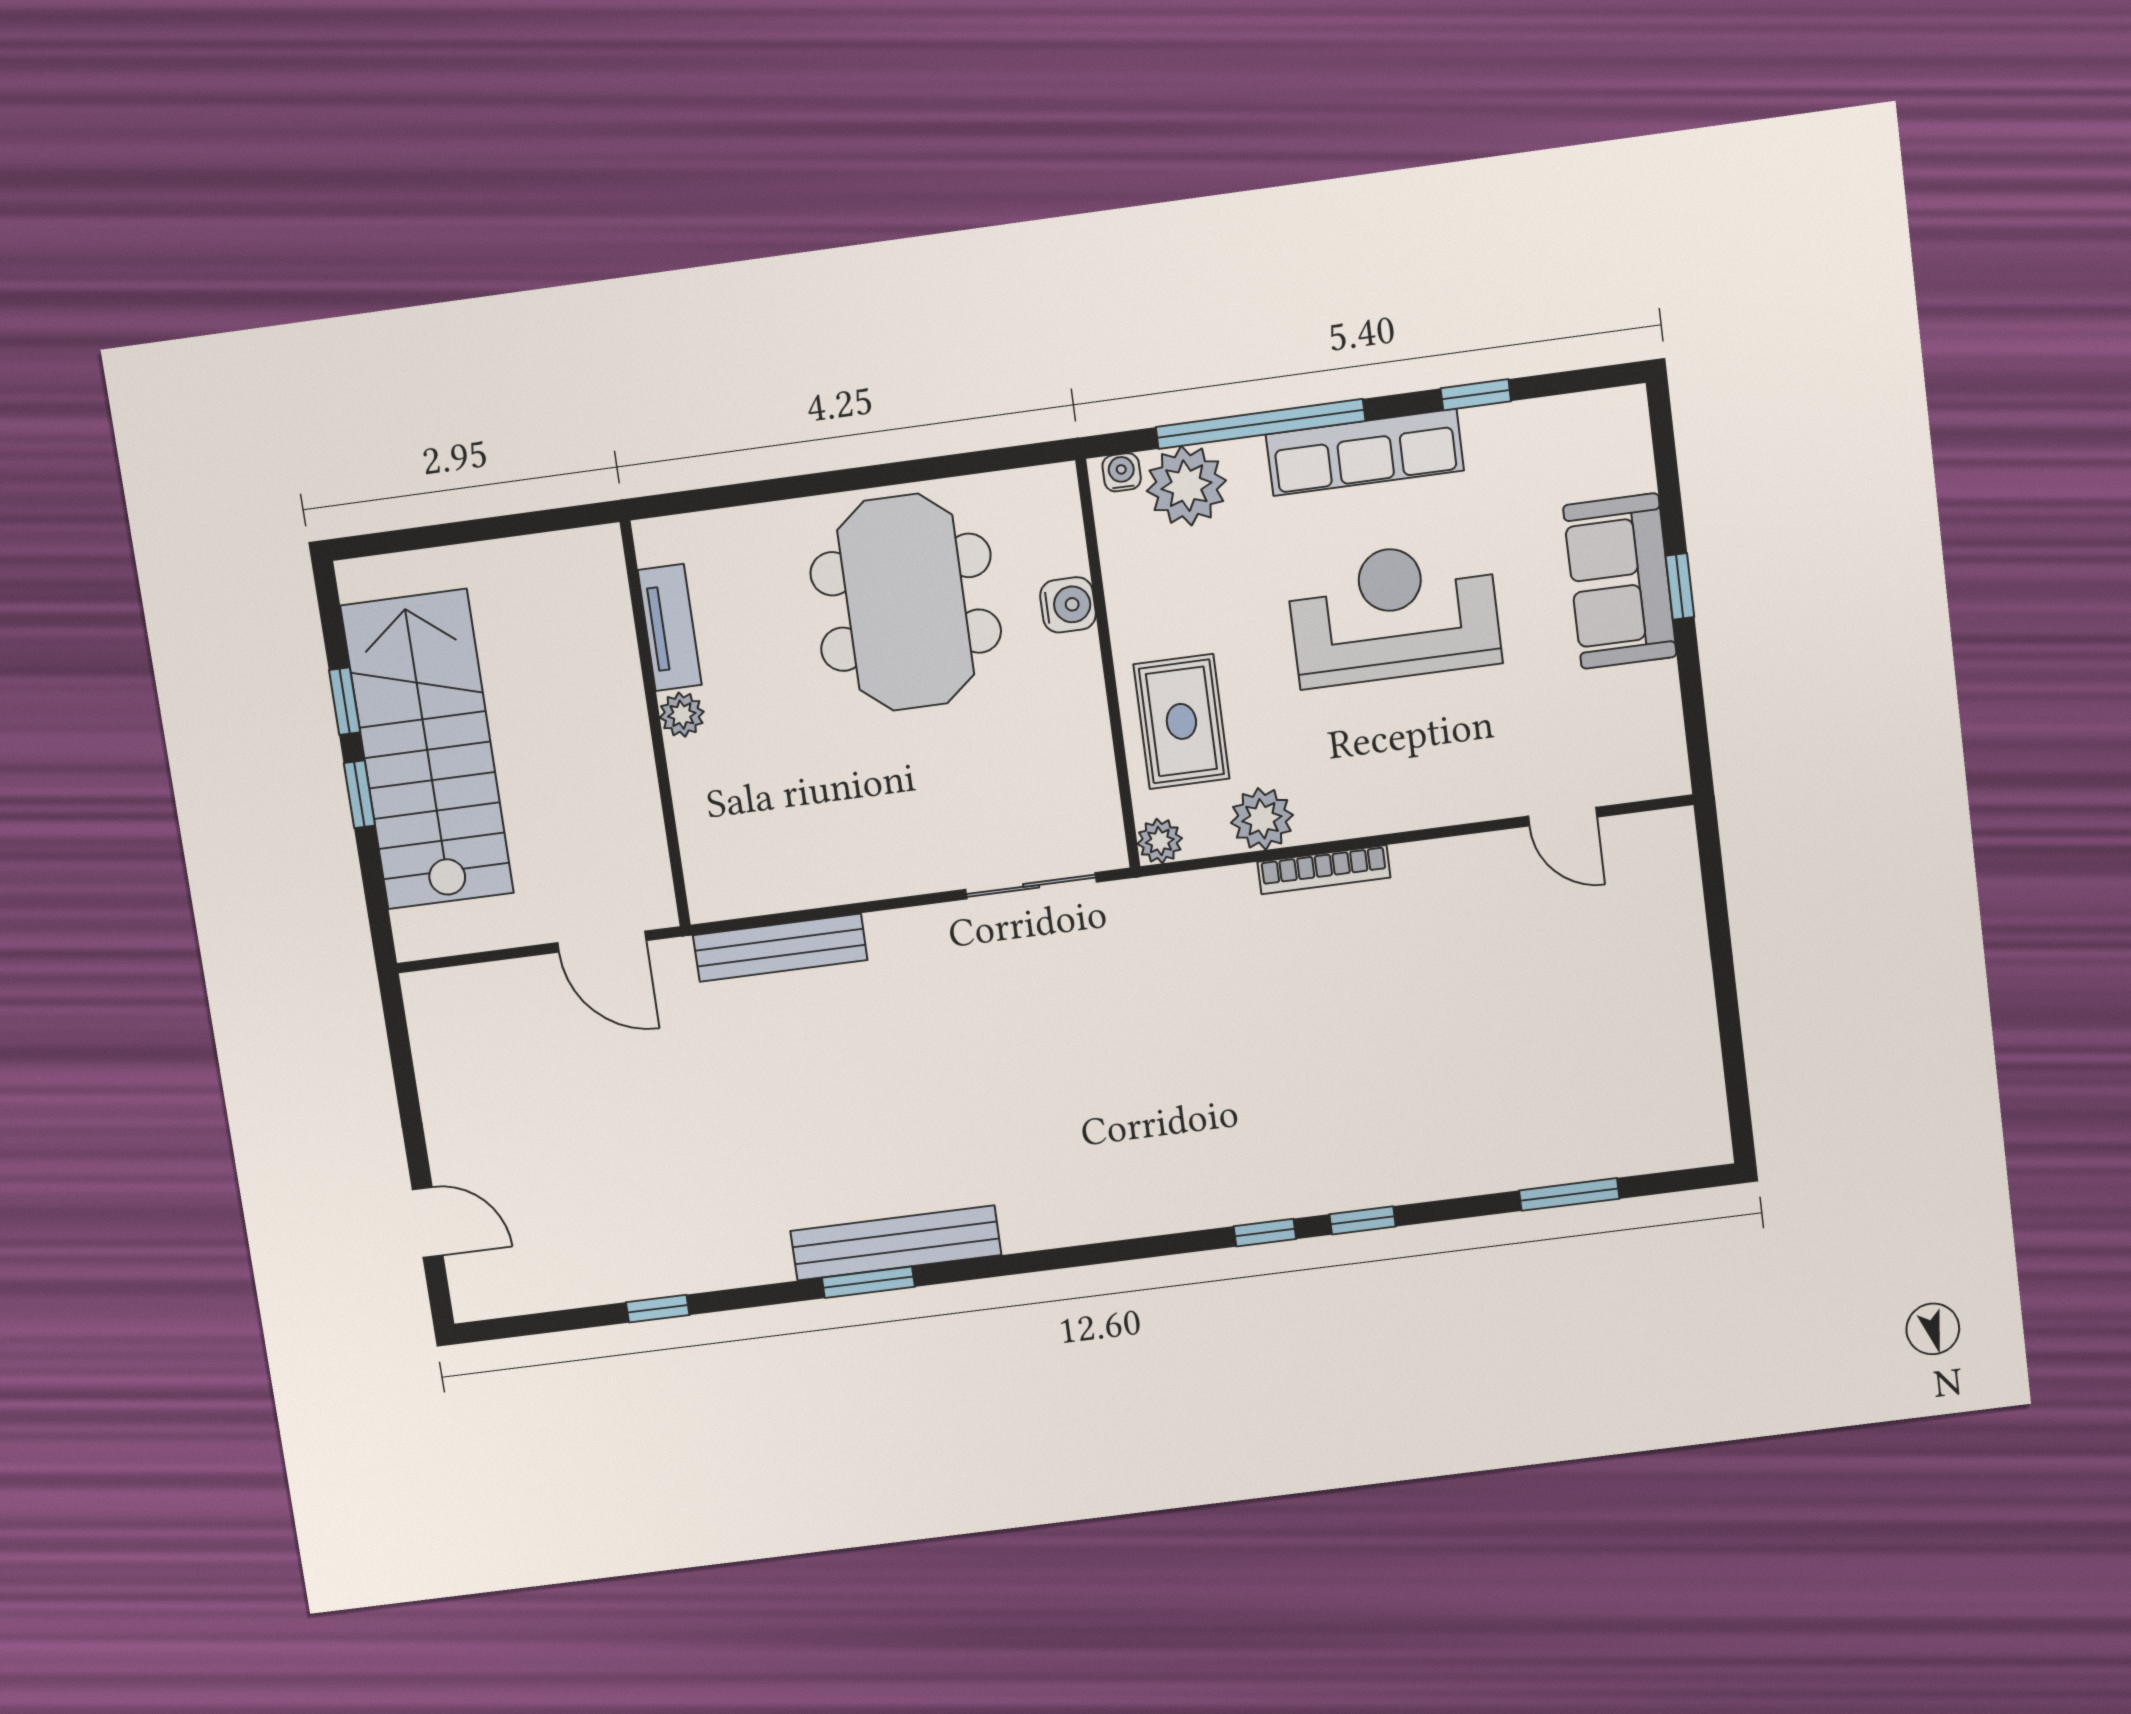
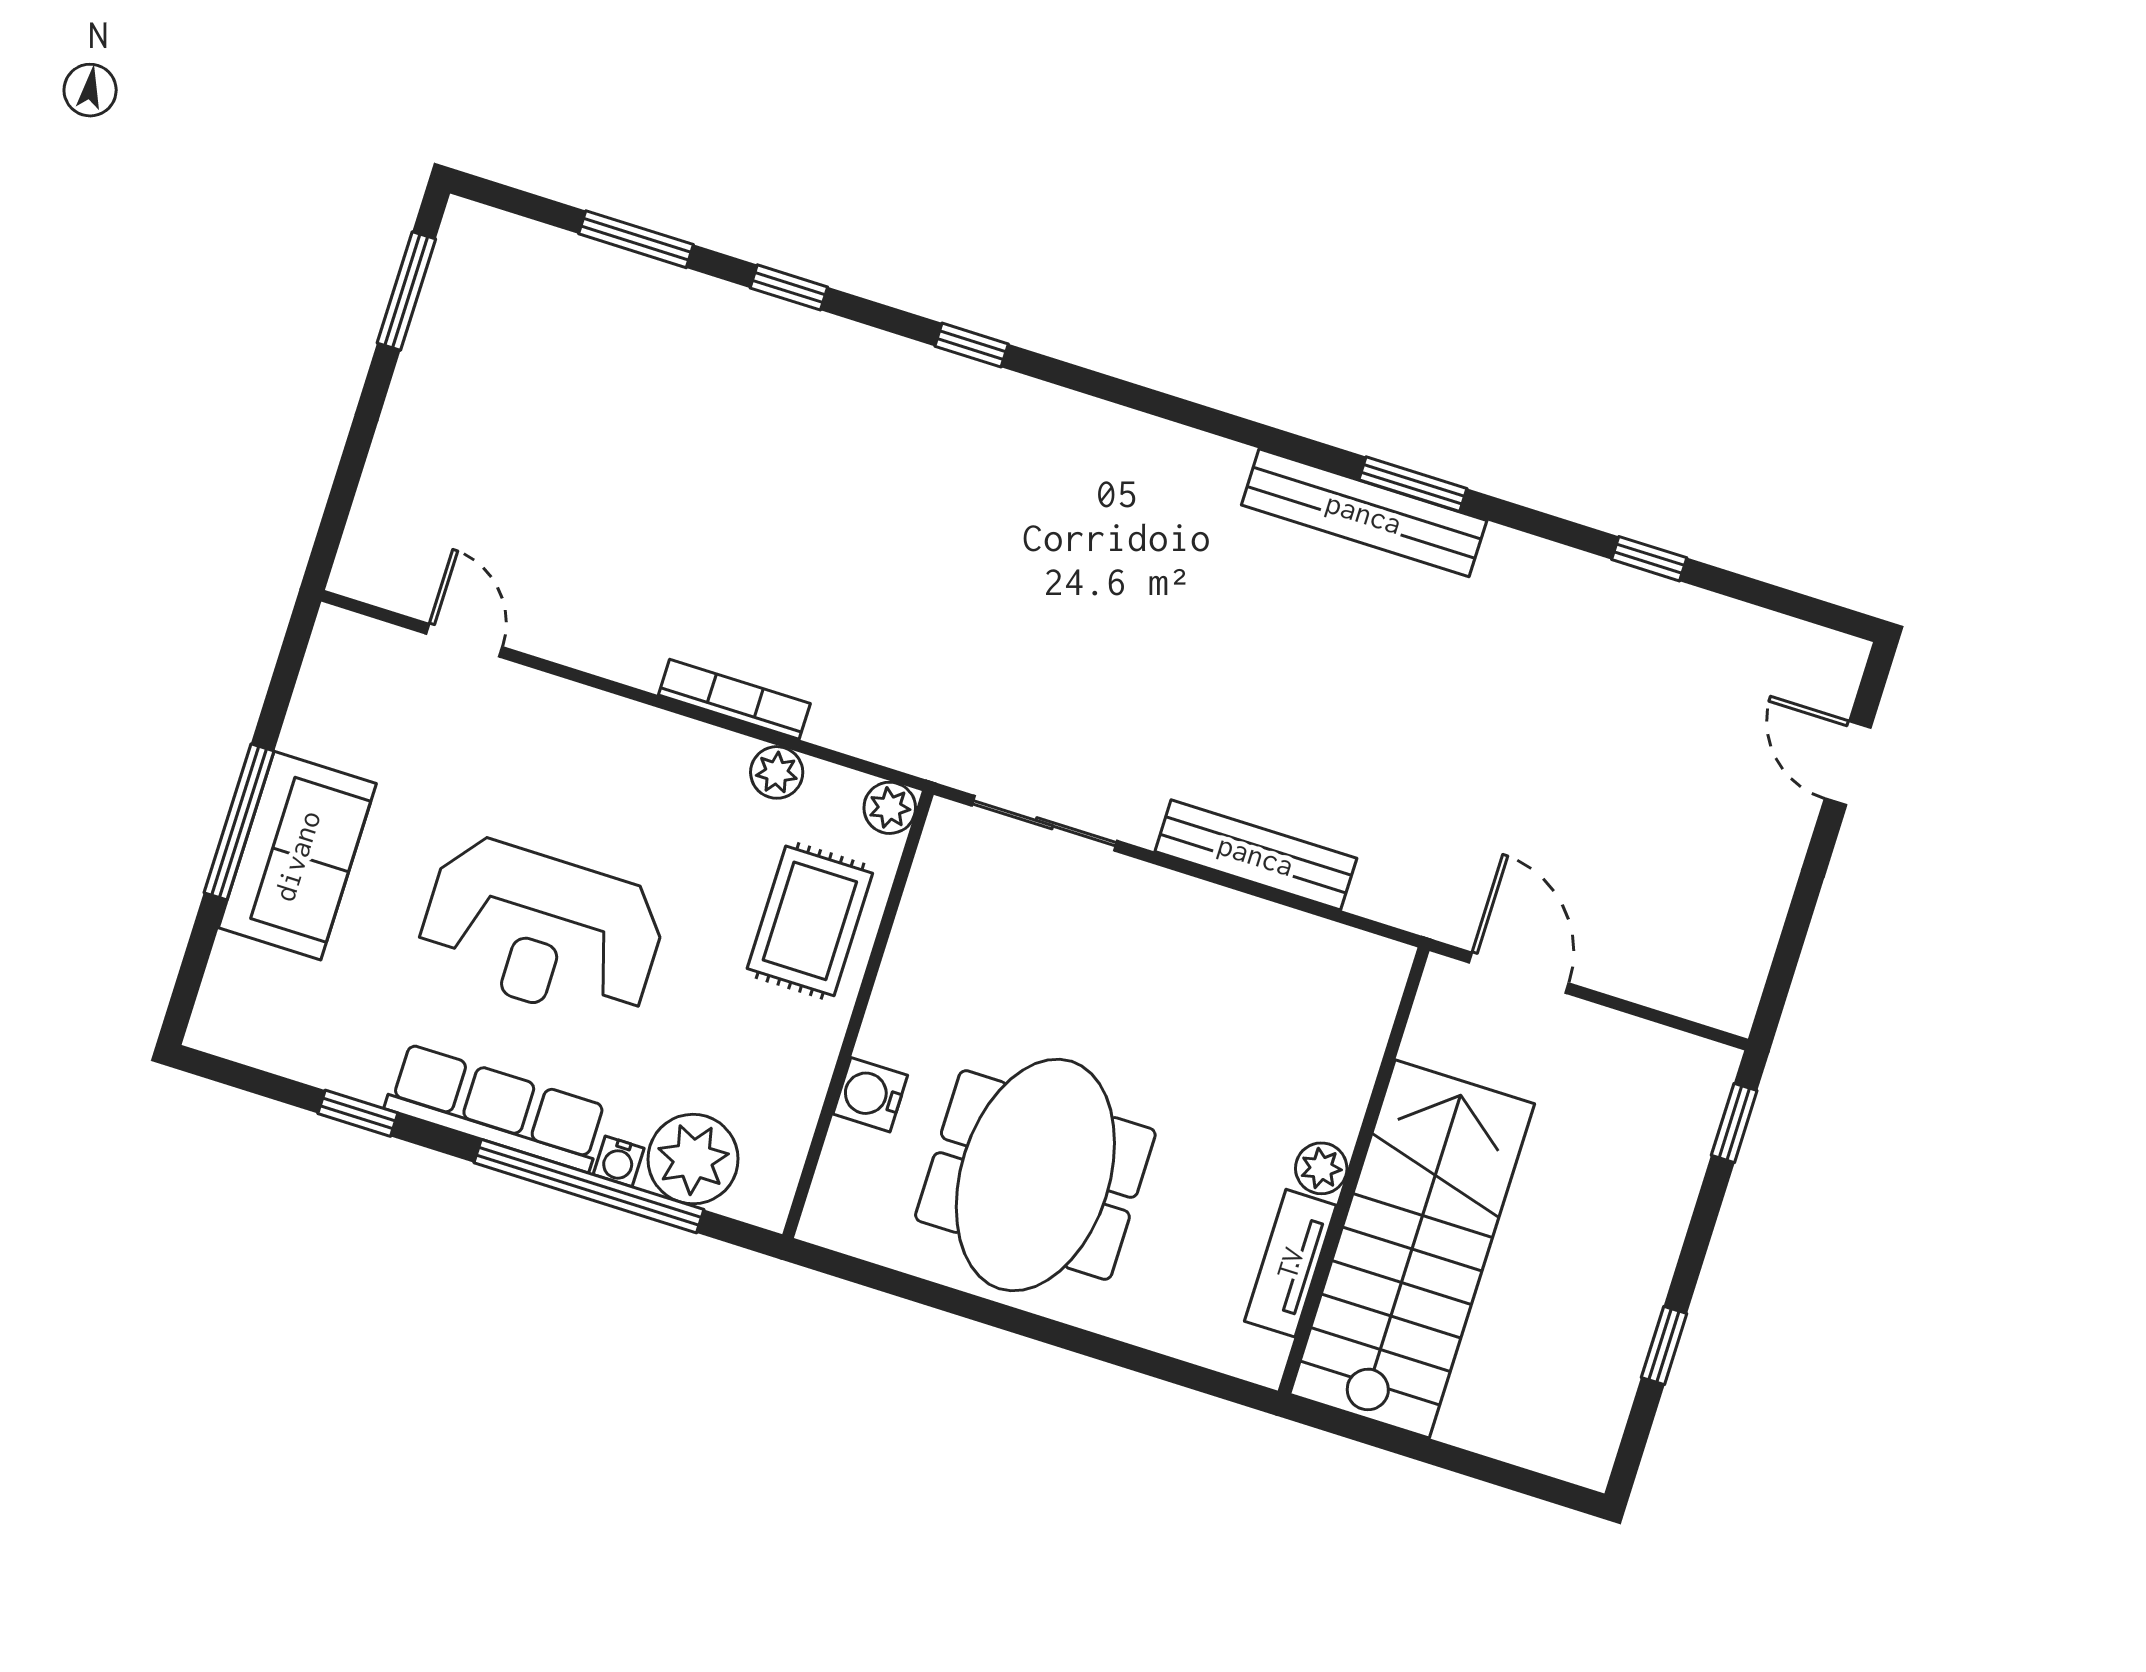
water cooler: (1122, 472) -> (619, 1161), moved
window: (1680, 586) -> (239, 822), width x2.17
stairs: (427, 750) -> (1412, 1249), moved, turned 180
window: (359, 794) -> (1734, 1123), moved
plant: (1262, 819) -> (777, 772), width x0.73, depth x0.73
bench: (780, 948) -> (1256, 855), moved
window: (1735, 1071) -> (406, 291), added
window: (1363, 1220) -> (789, 287), moved

